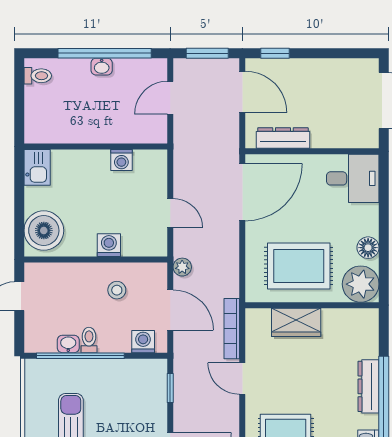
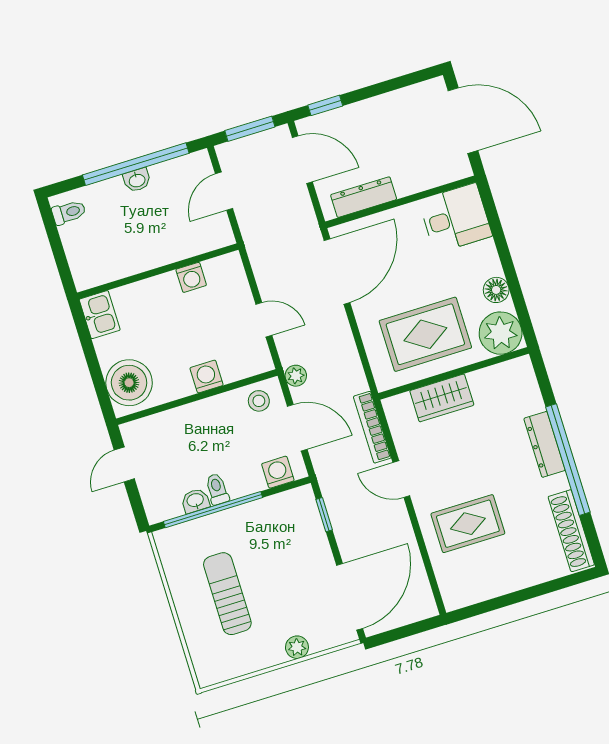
stool: (117, 290) -> (259, 401), moved

